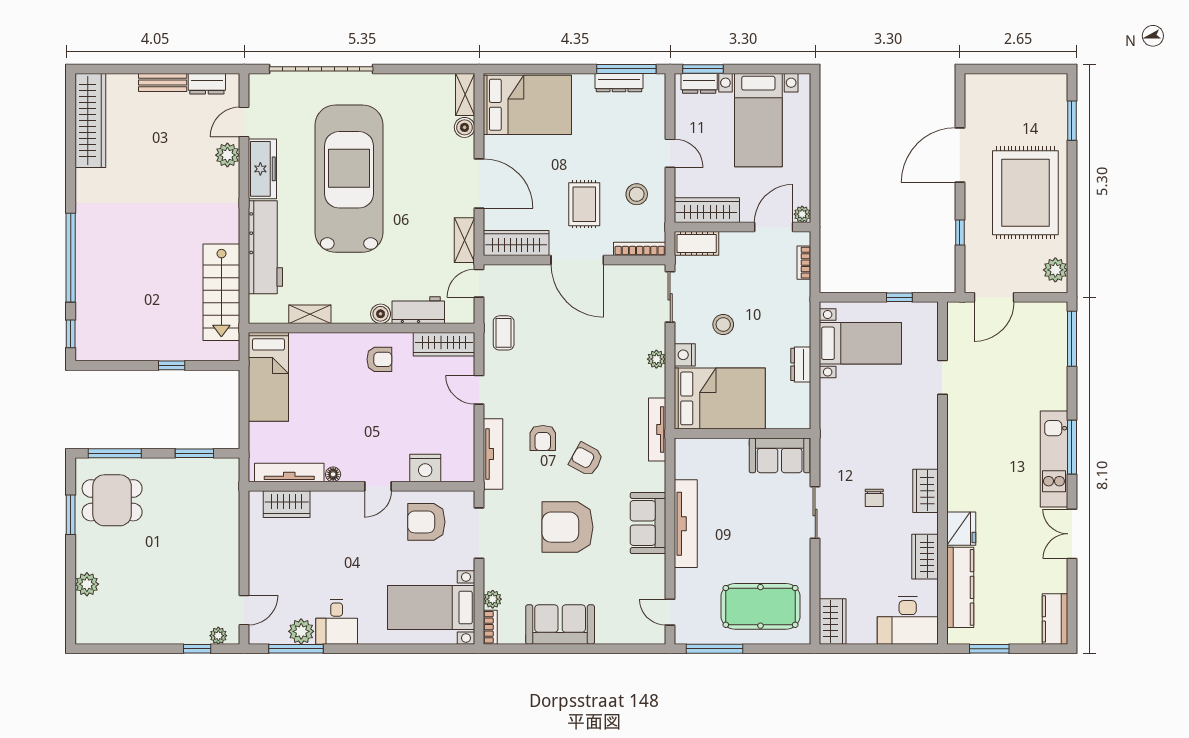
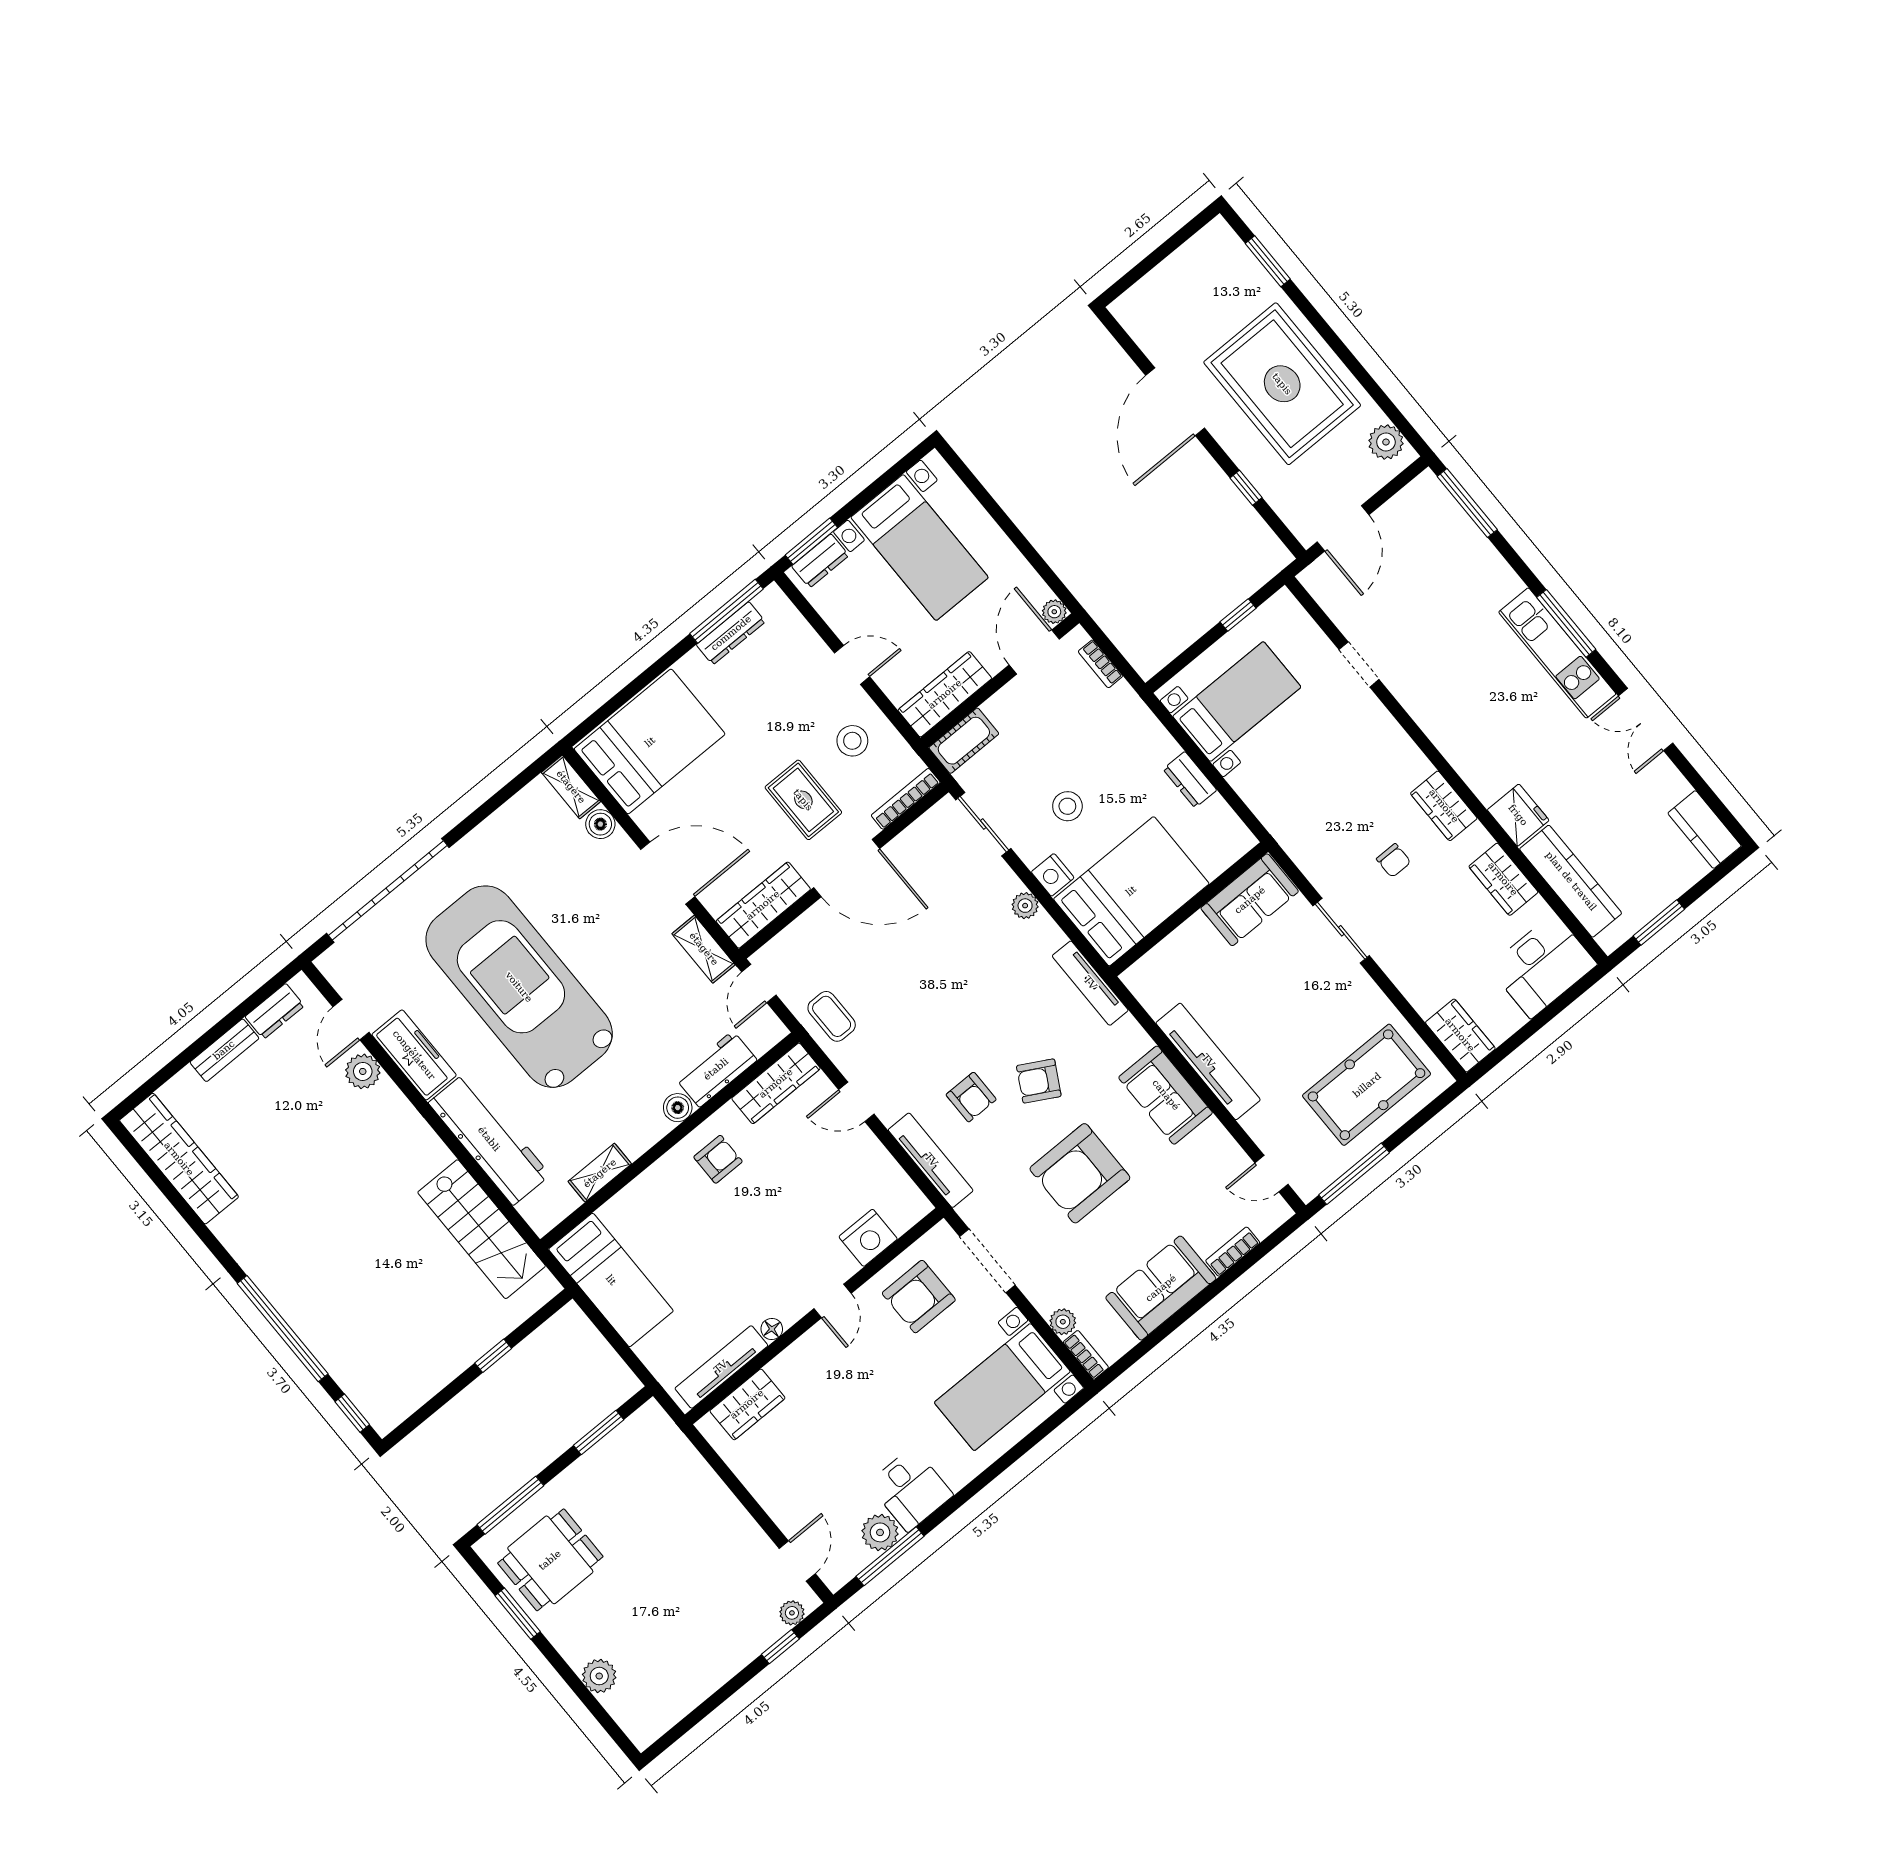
bookcase: (615, 637) -> (1233, 1252), added

